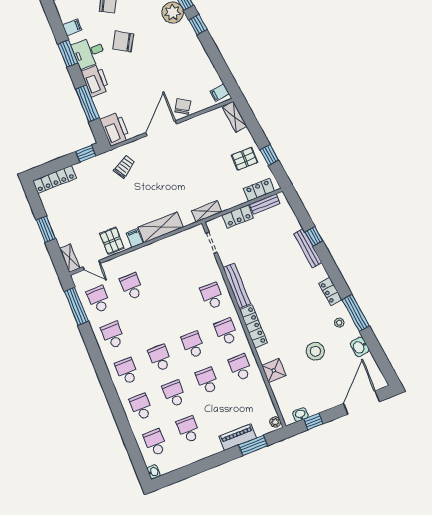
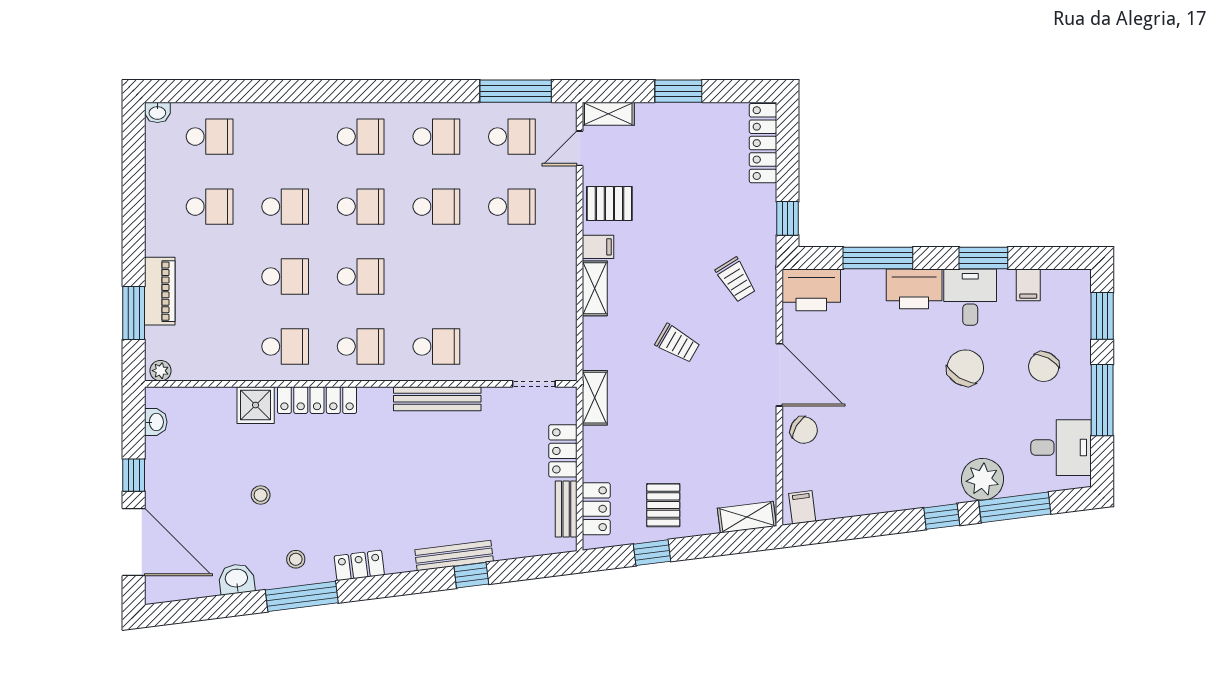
trolley: (165, 182) -> (677, 343), added
shelving: (161, 227) -> (595, 288), width x0.67, depth x0.75
locker: (253, 326) -> (317, 400), moved
stool: (315, 351) -> (261, 495), width x0.53, depth x0.53
school desk: (141, 407) -> (436, 207), moved
window: (313, 422) -> (134, 475), moved

